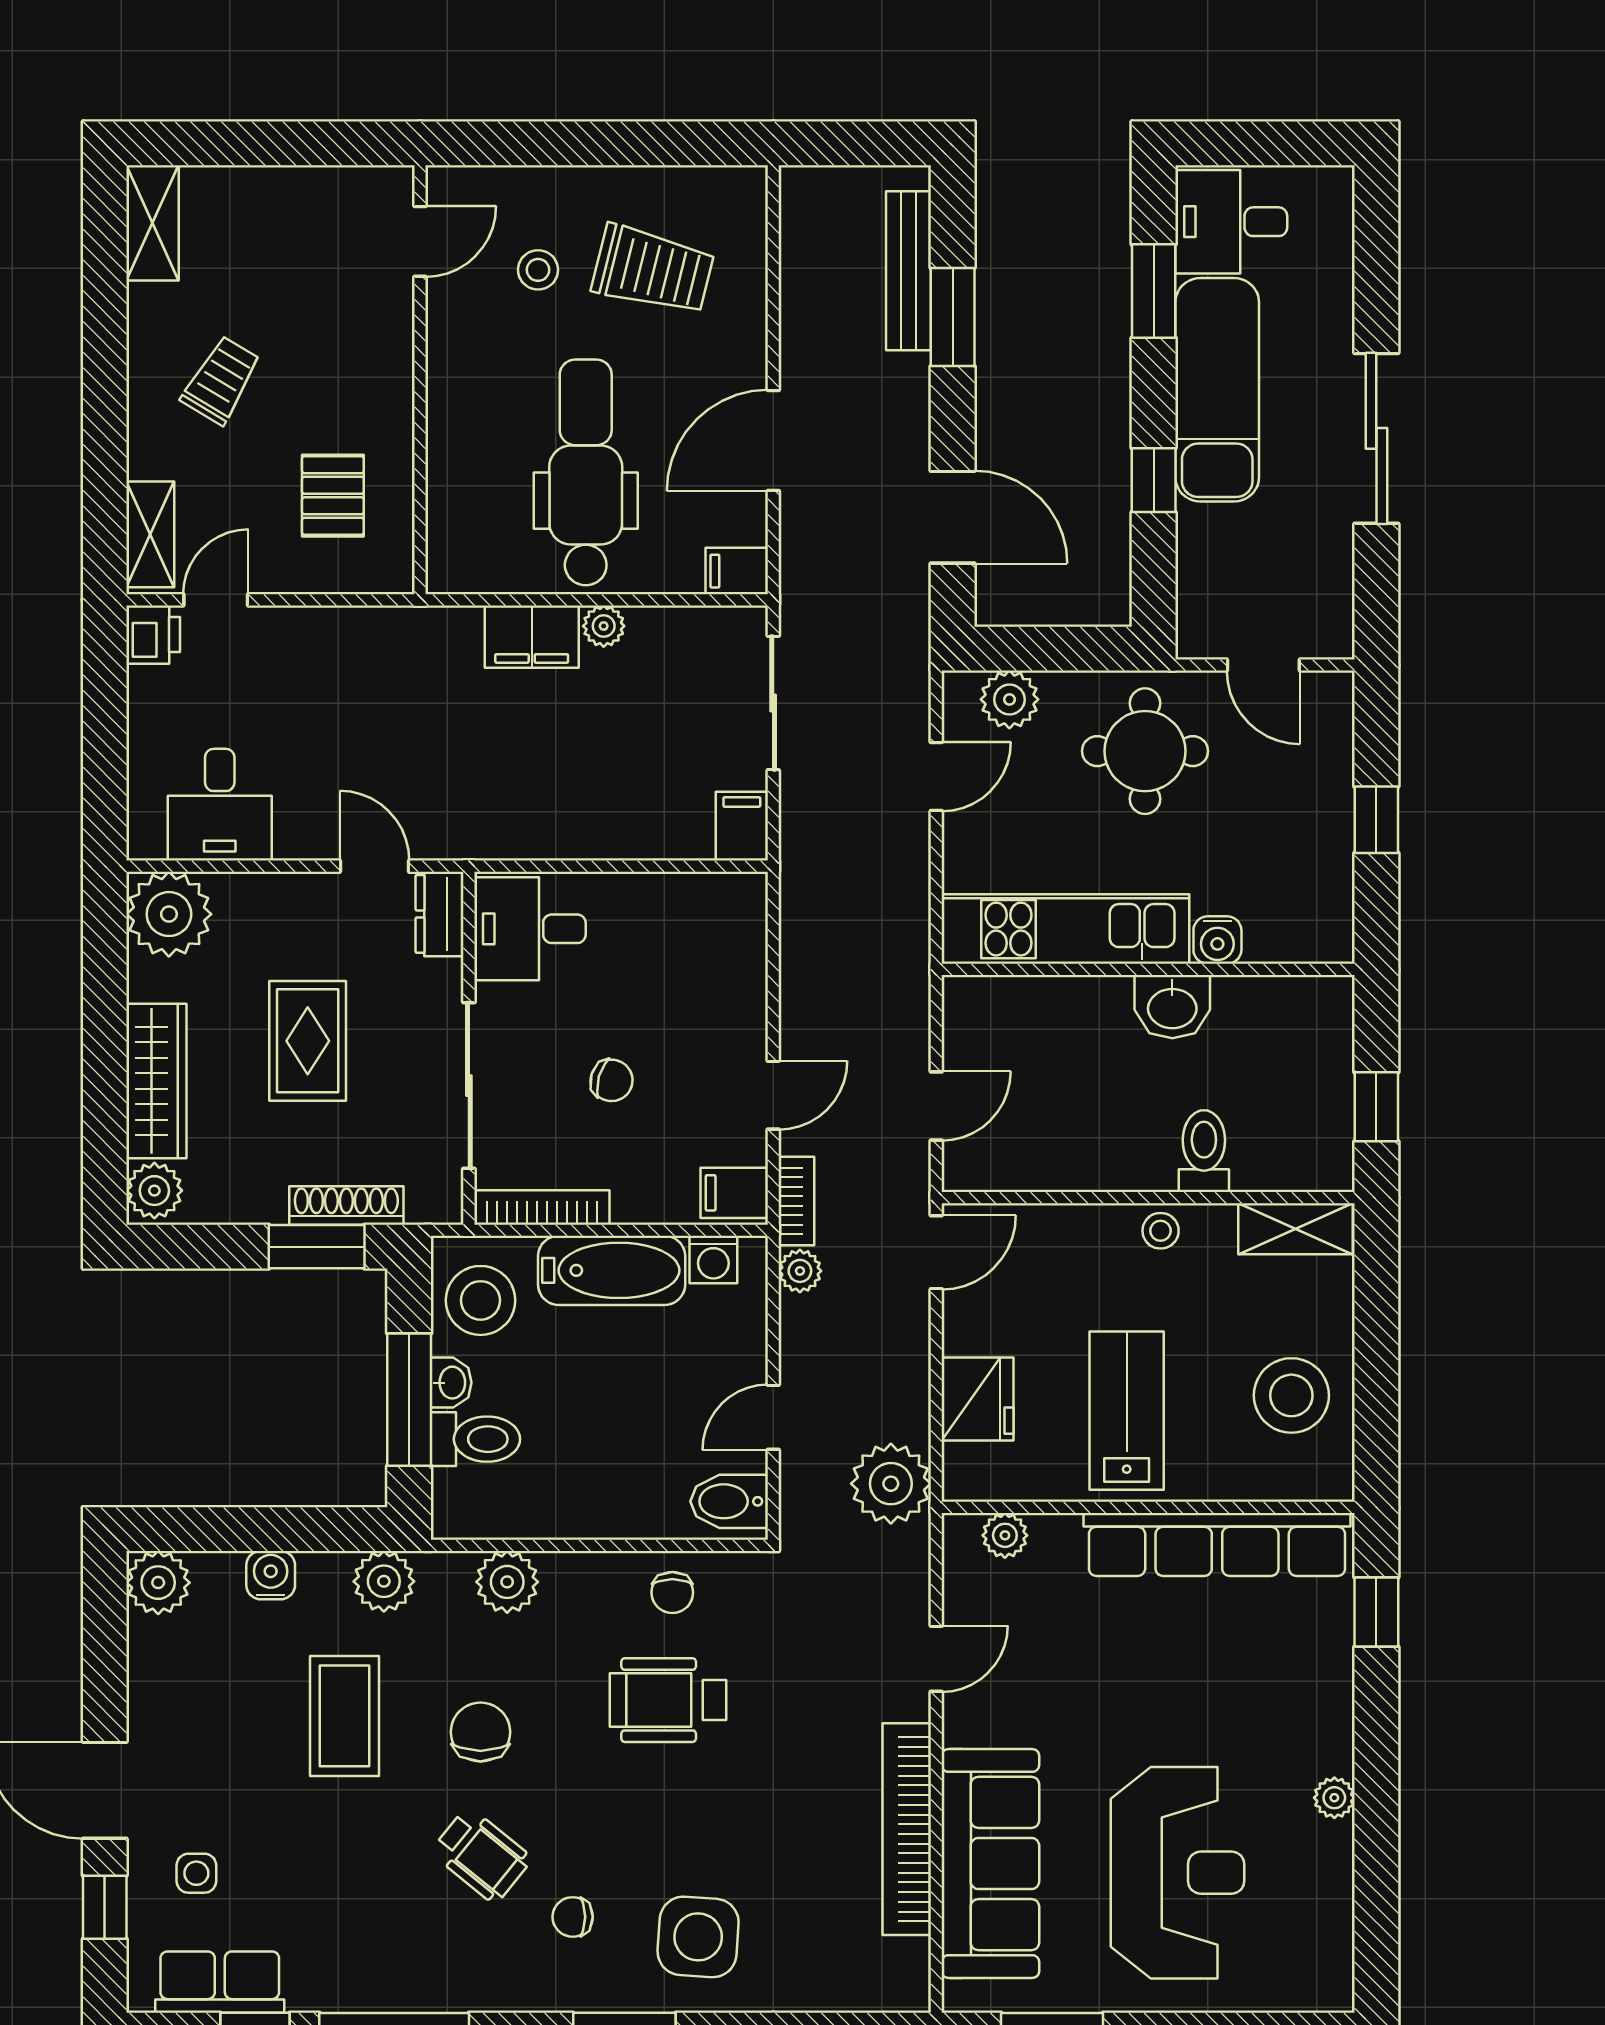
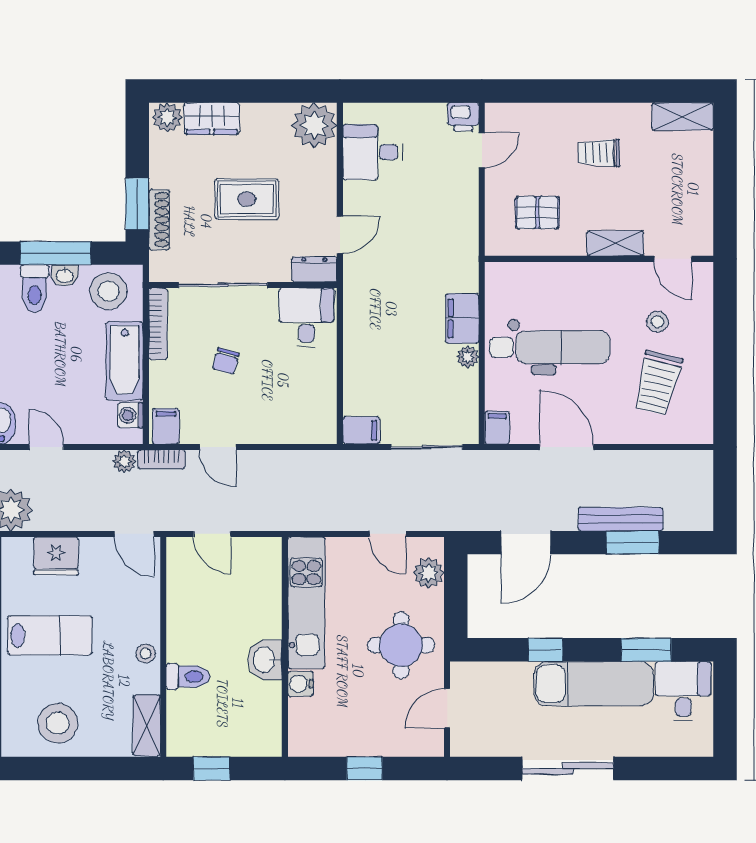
bench: (908, 271) -> (621, 519), moved
trolley: (221, 380) -> (599, 153), turned 149
shelving: (150, 534) -> (615, 243), moved
door: (216, 600) -> (482, 150), hinge flipped
wardrobe: (156, 1081) -> (212, 118), width x0.67

